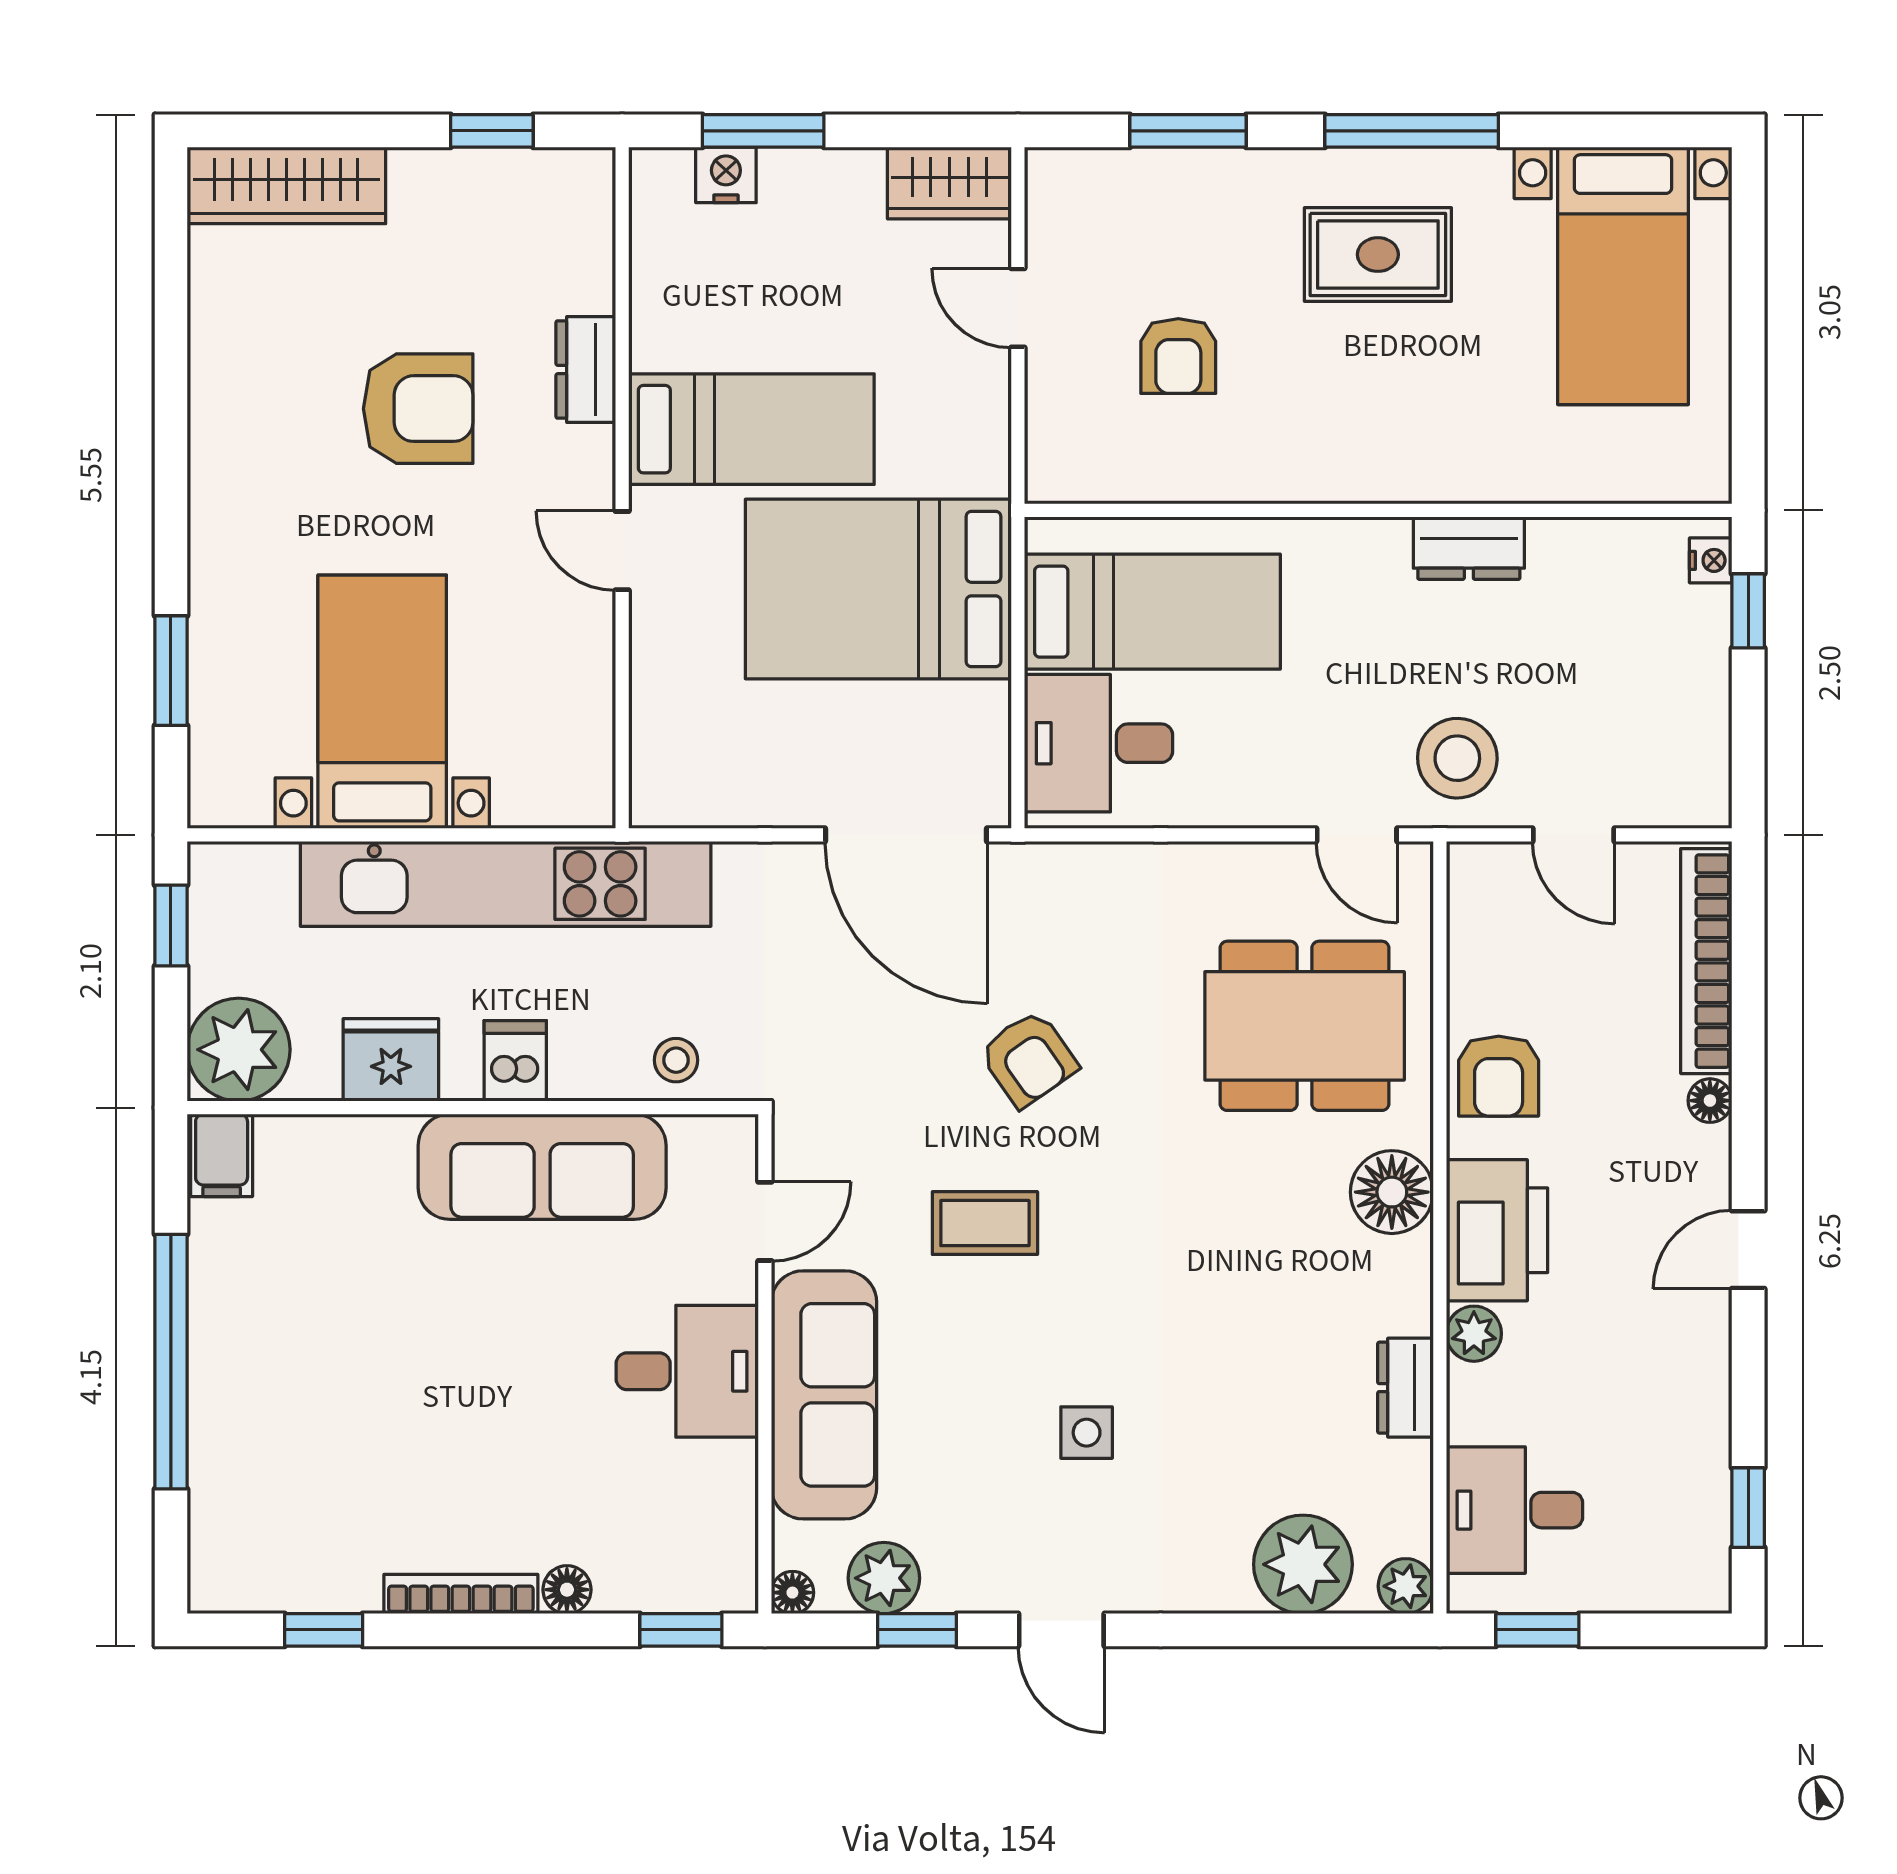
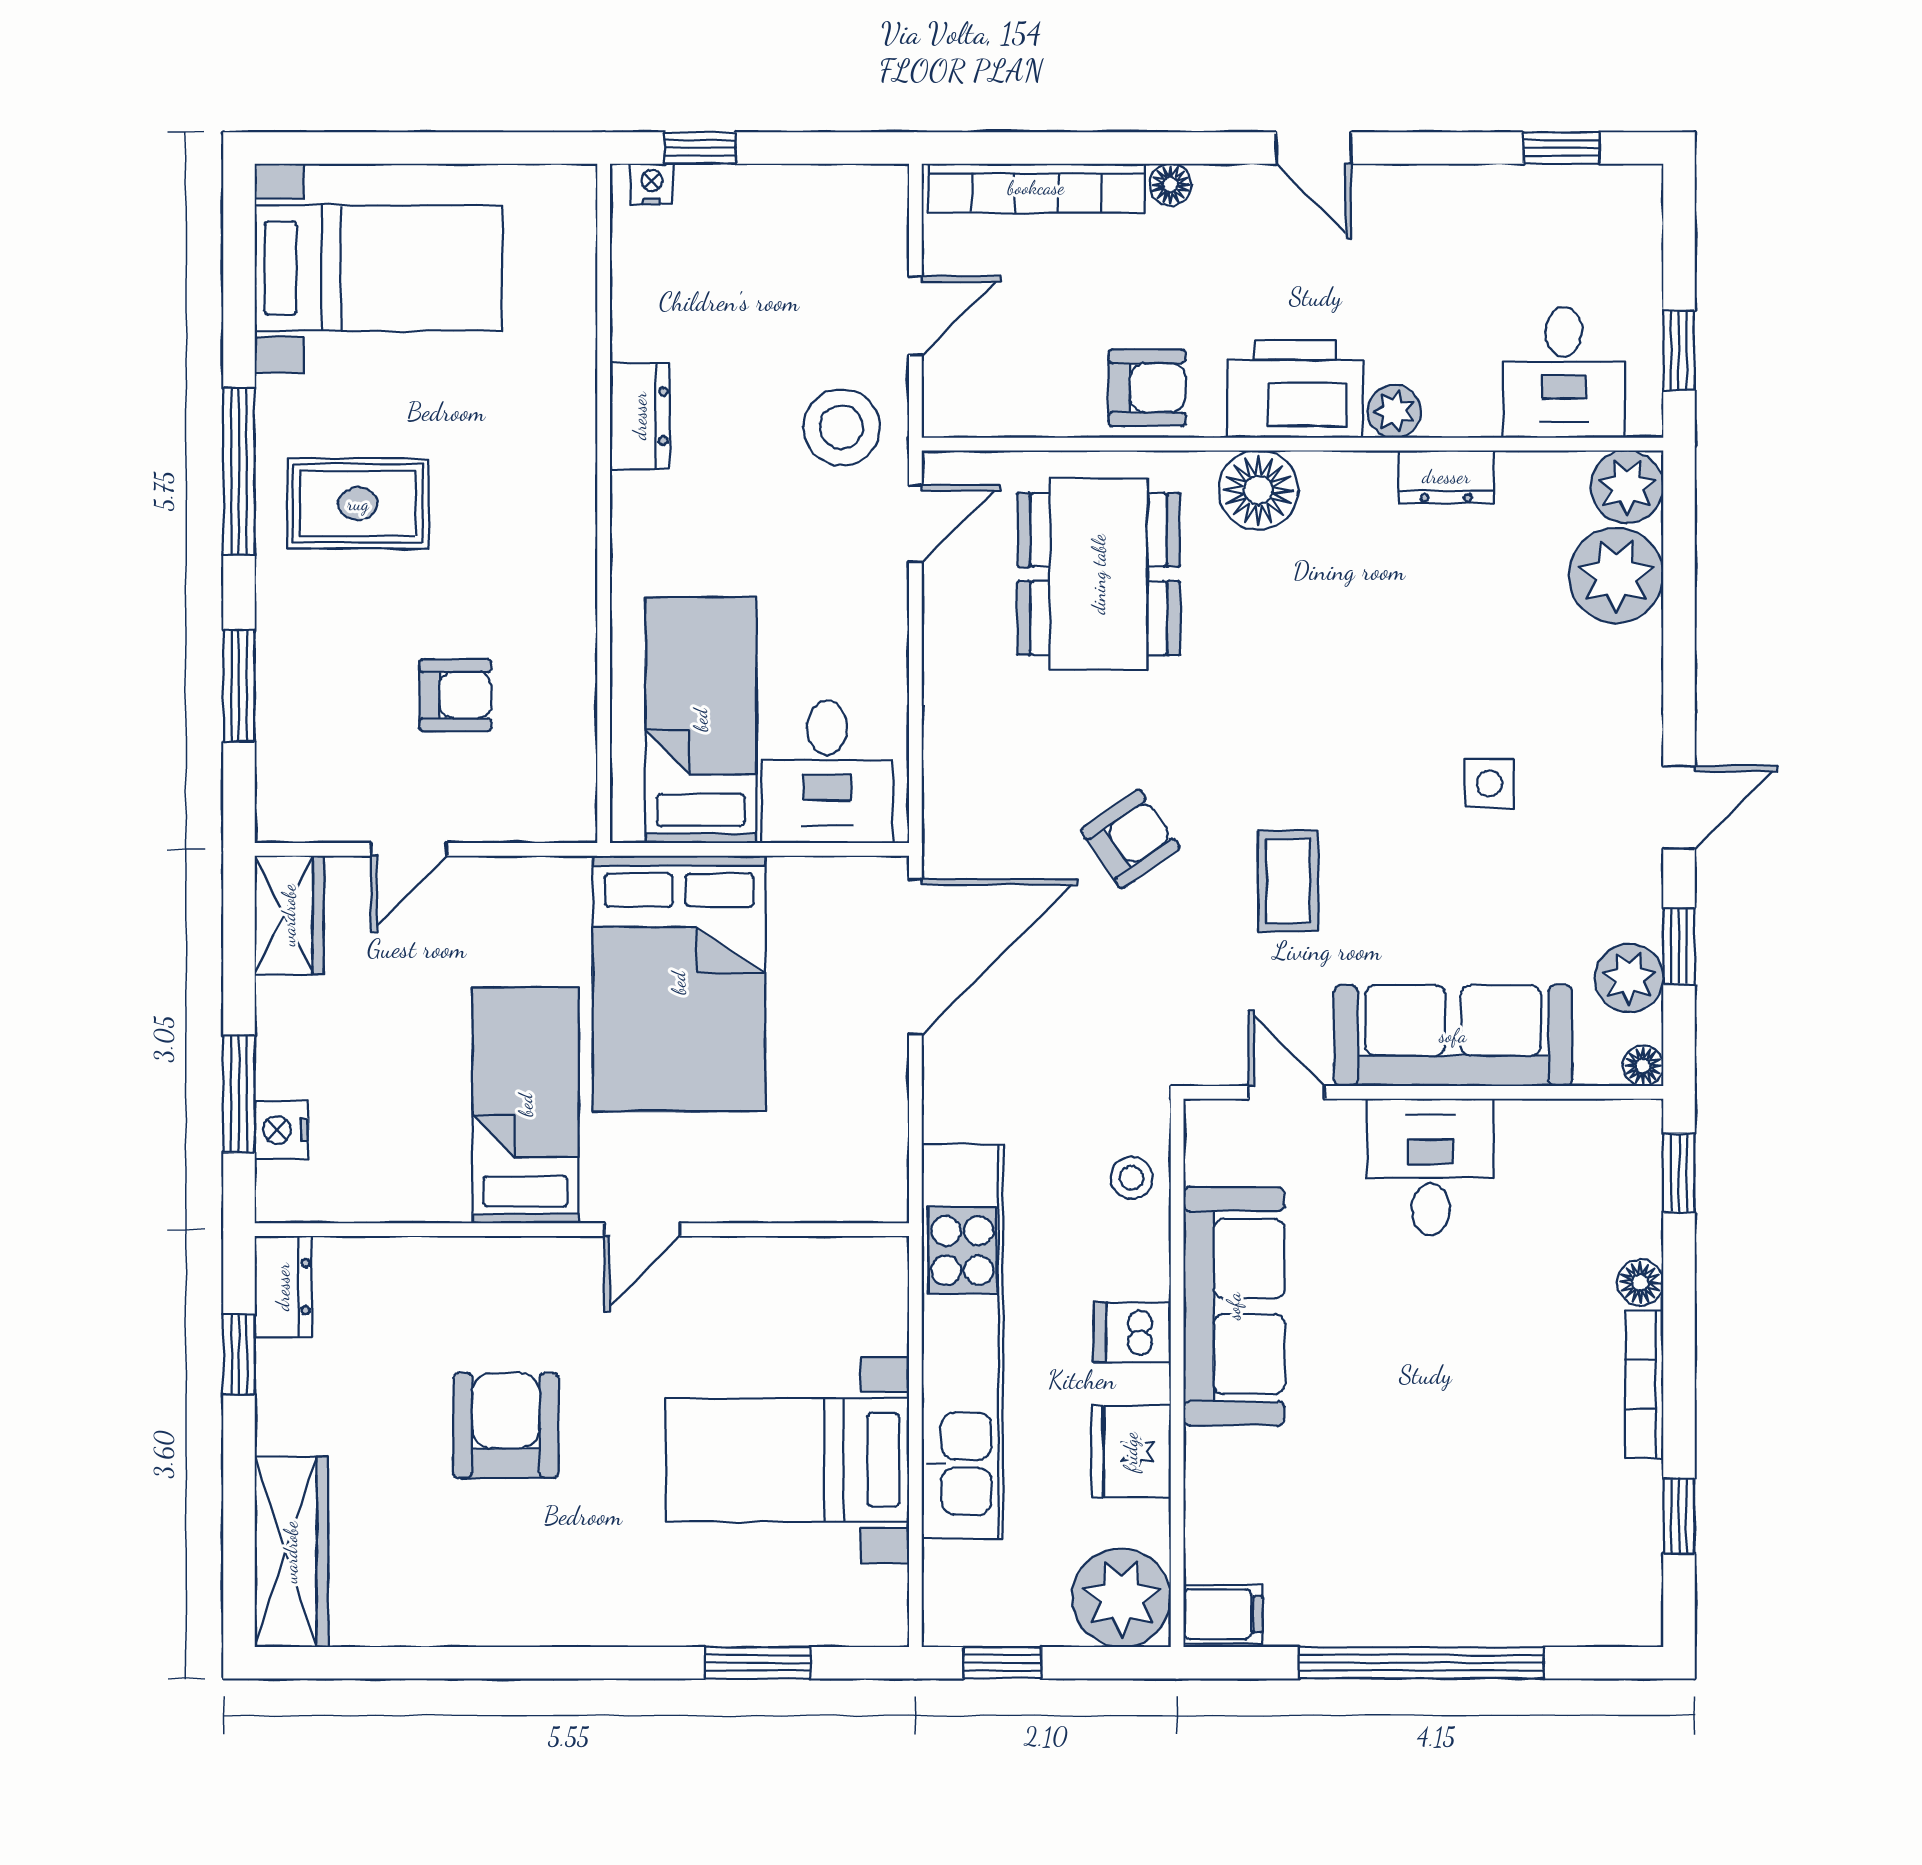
rug: (1378, 255) -> (358, 504), turned 90
dresser: (586, 370) -> (283, 1287), moved, turned -90
plant: (1406, 1586) -> (1627, 487), width x1.38, depth x1.38

